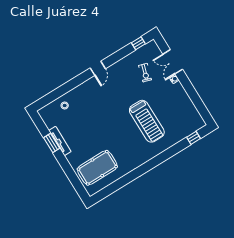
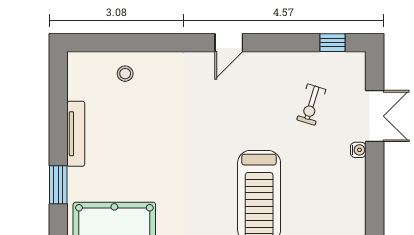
double door: (173, 62) -> (375, 116), swing flipped
window: (52, 143) -> (58, 185), moved

